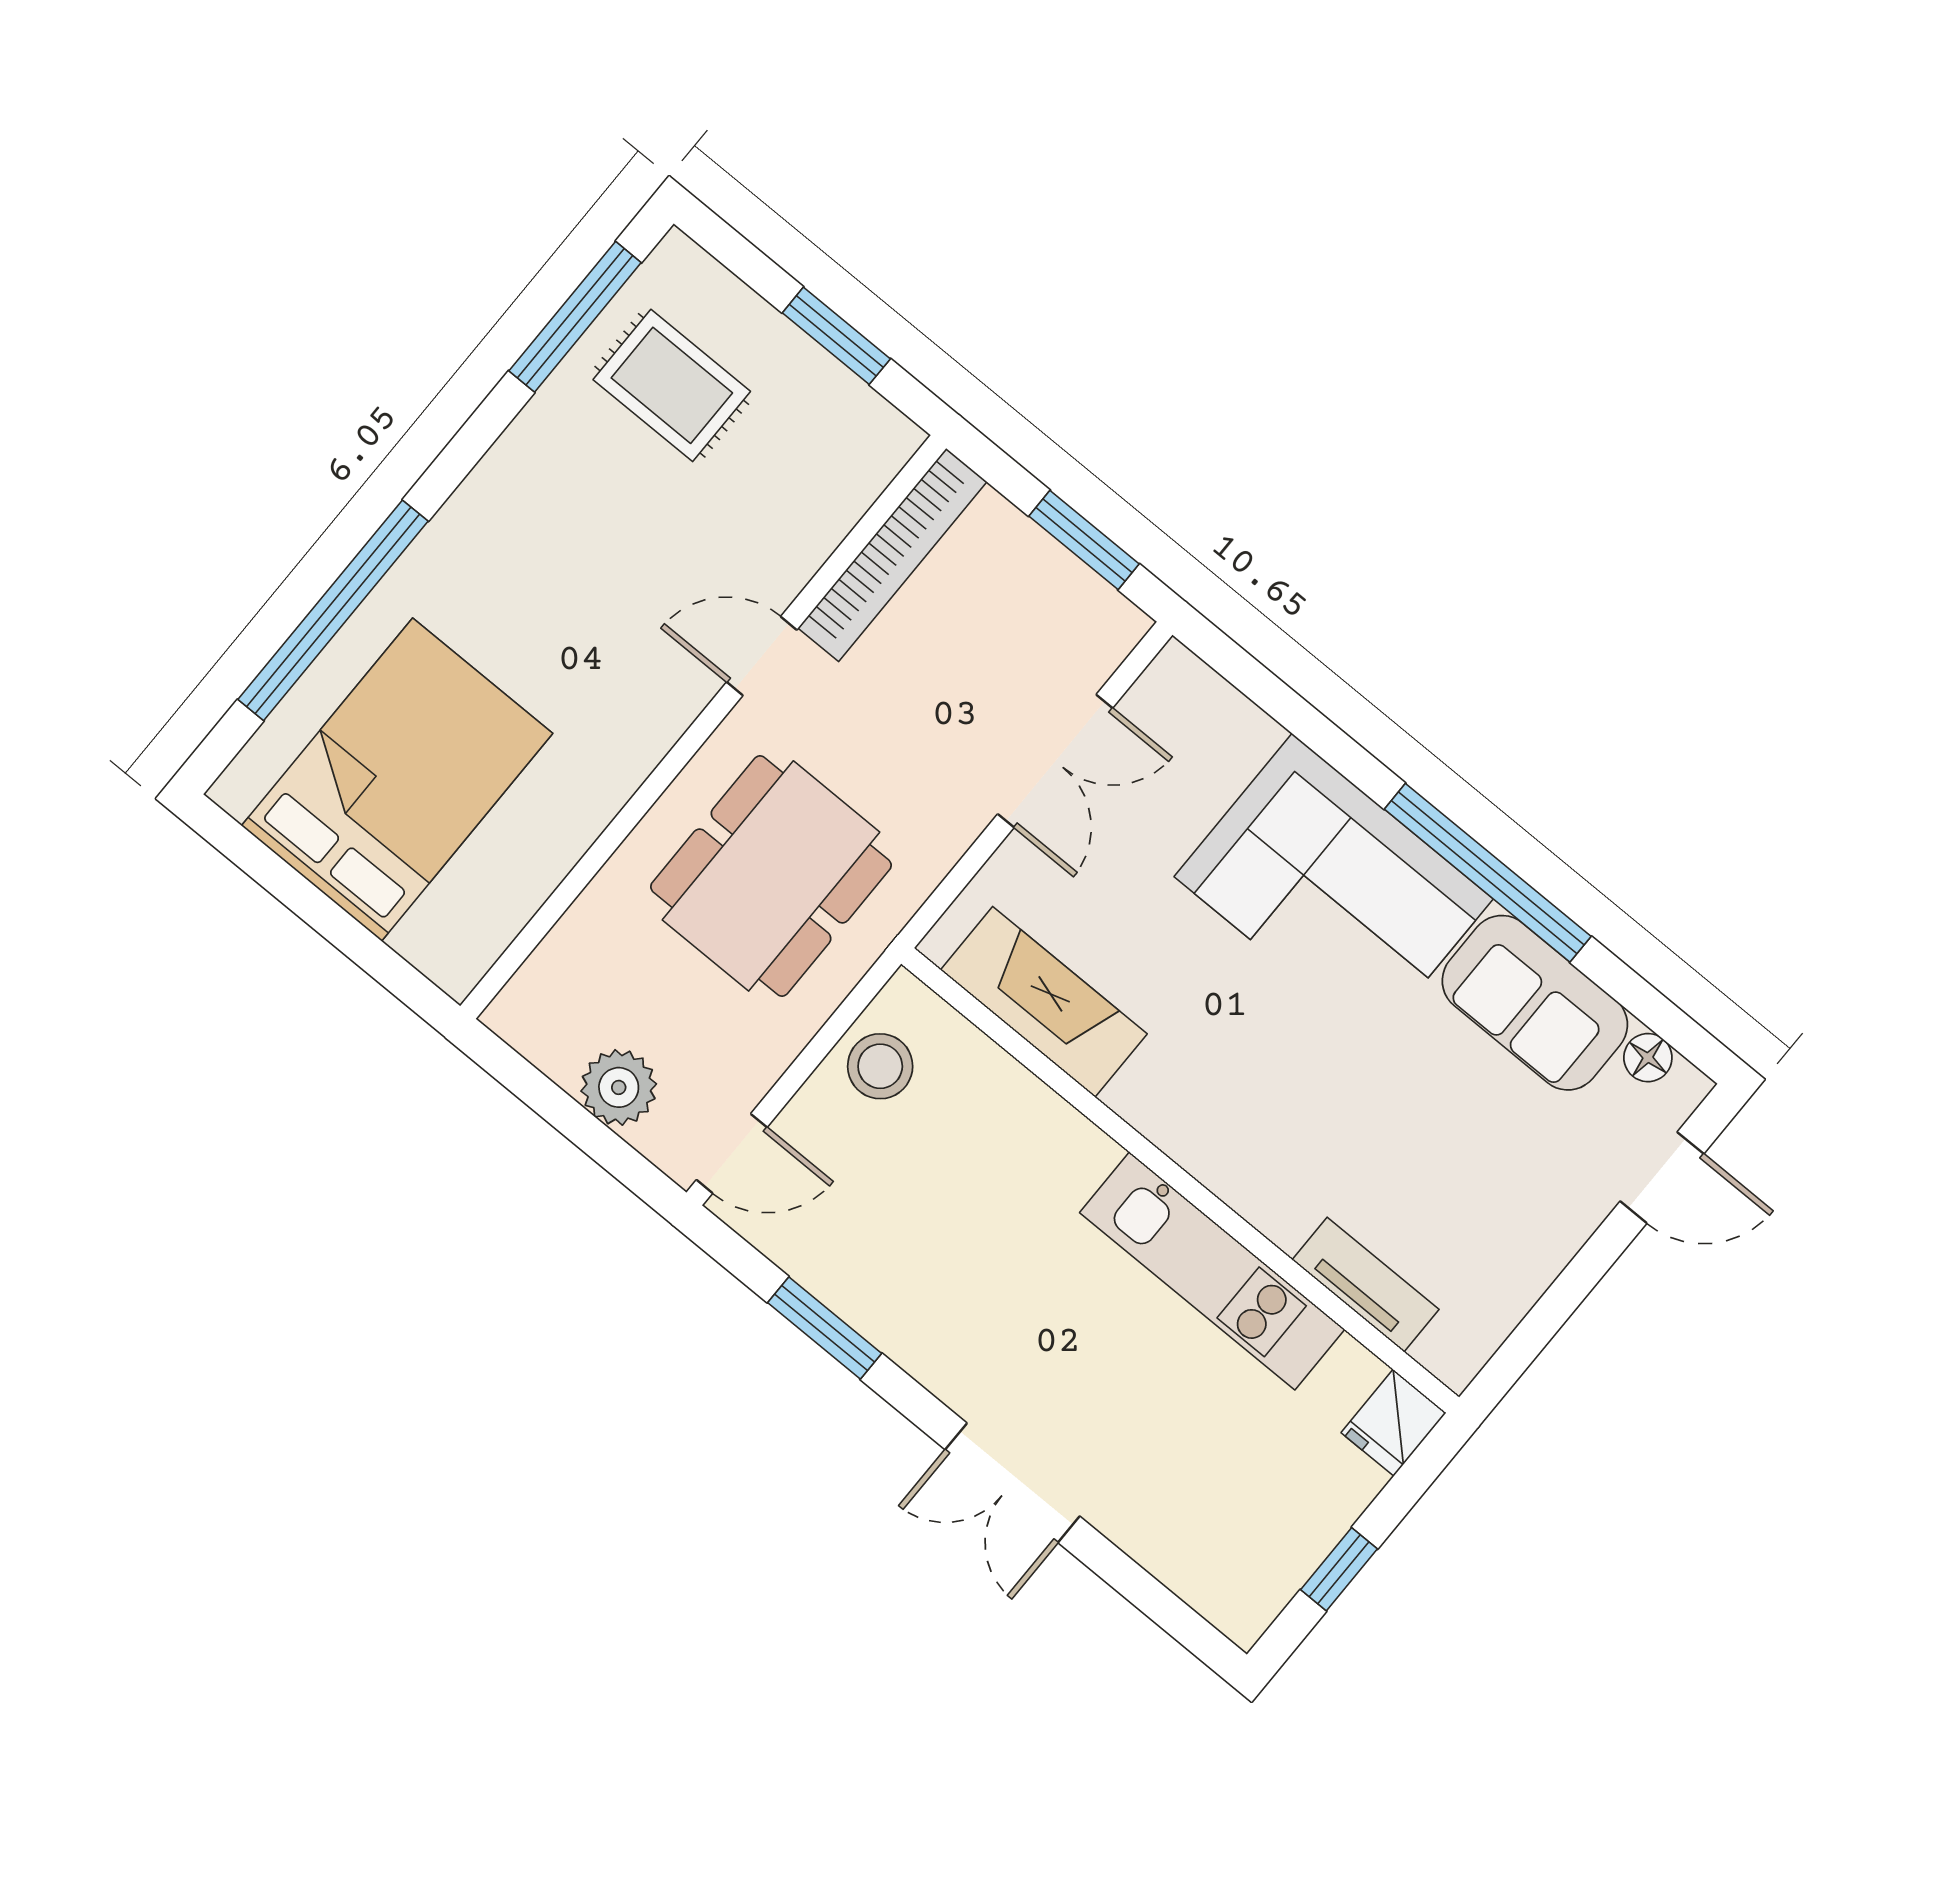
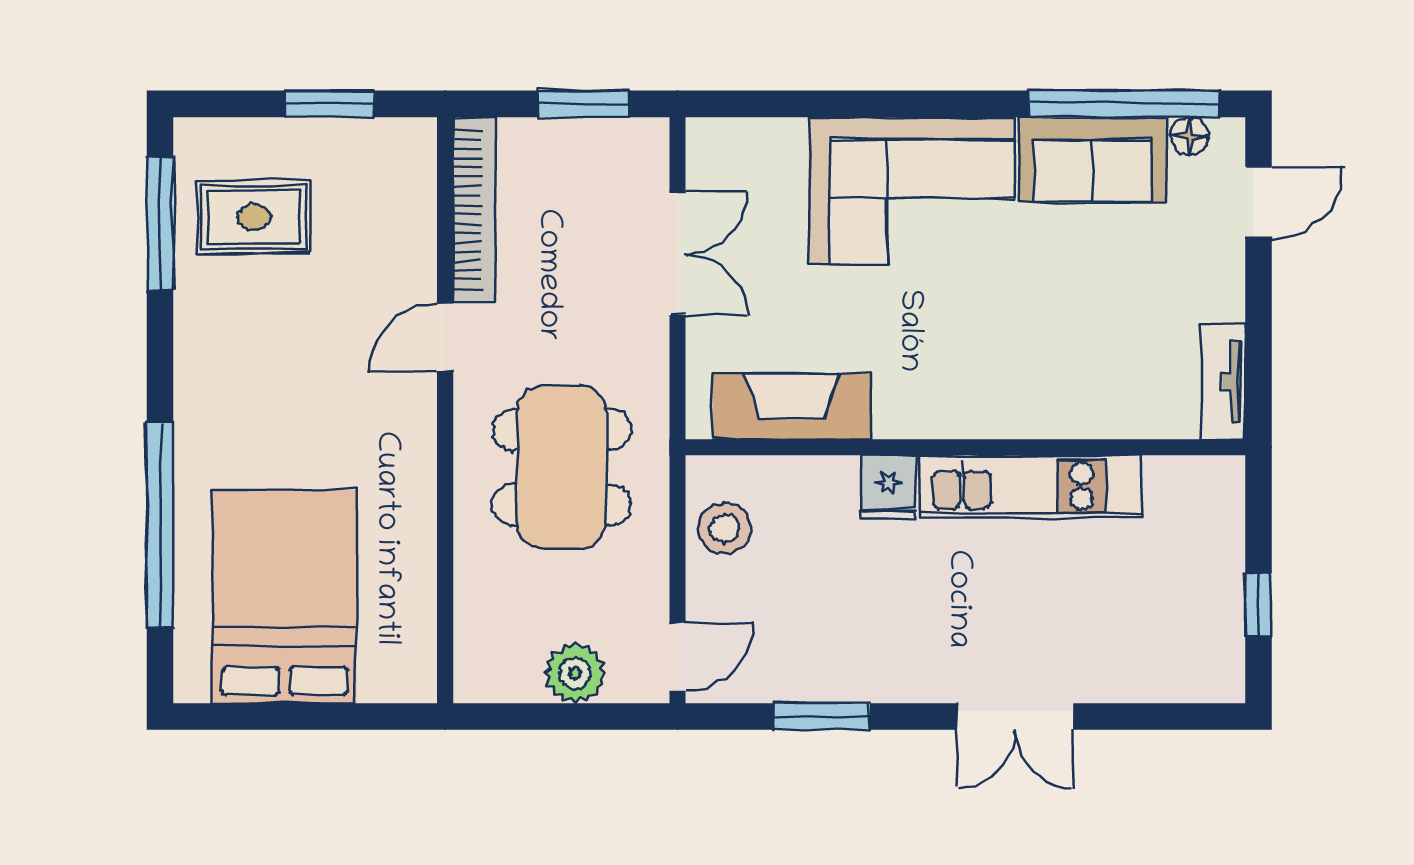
window: (1488, 873) -> (1124, 104), moved
tv unit: (1366, 1285) -> (1223, 382), moved, turned -90
fridge: (1394, 1423) -> (888, 488), moved

